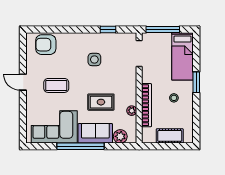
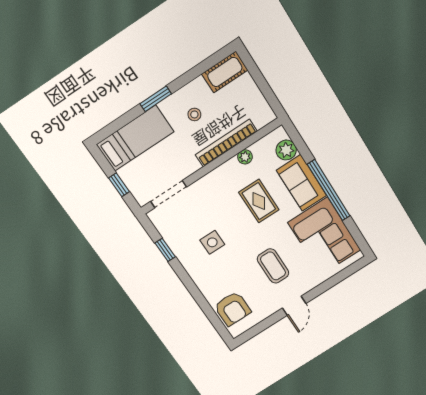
window: (163, 30) -> (119, 185), width x0.46
cot: (170, 136) -> (225, 72), moved, turned 90

